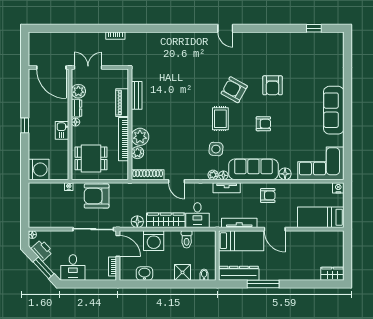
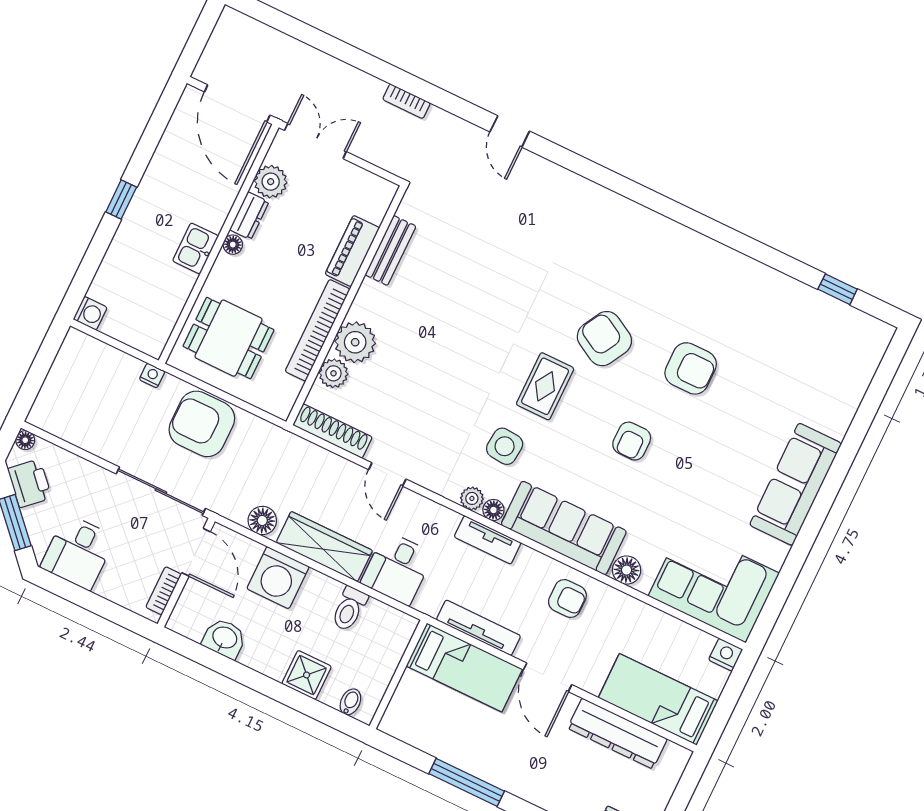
door: (225, 28) -> (510, 131), moved
armchair: (273, 85) -> (691, 368), turned -90
armchair: (263, 124) -> (632, 441), turned 90
washing machine: (39, 169) -> (90, 313), width x0.53, depth x0.53
dresser: (239, 273) -> (617, 734), moved, turned 180

